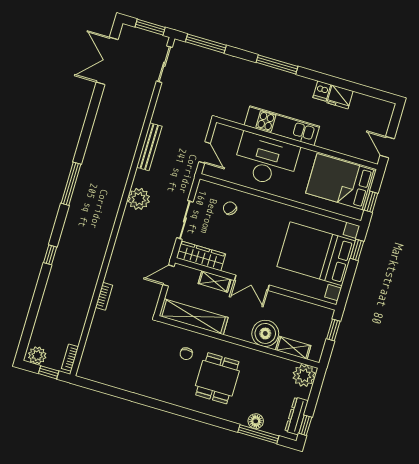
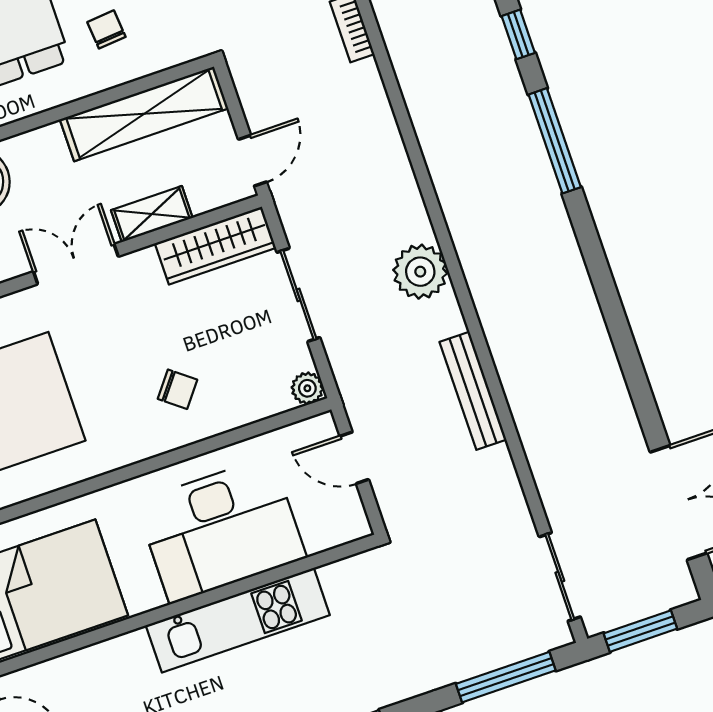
window: (71, 184) -> (555, 141), moved
plant: (204, 187) -> (307, 388), added
chair: (230, 208) -> (177, 389), moved

